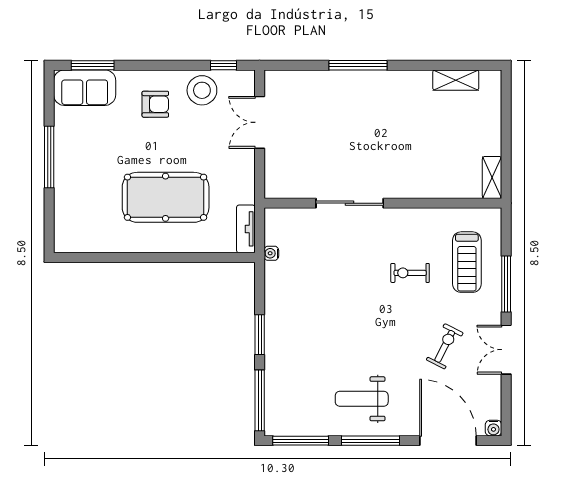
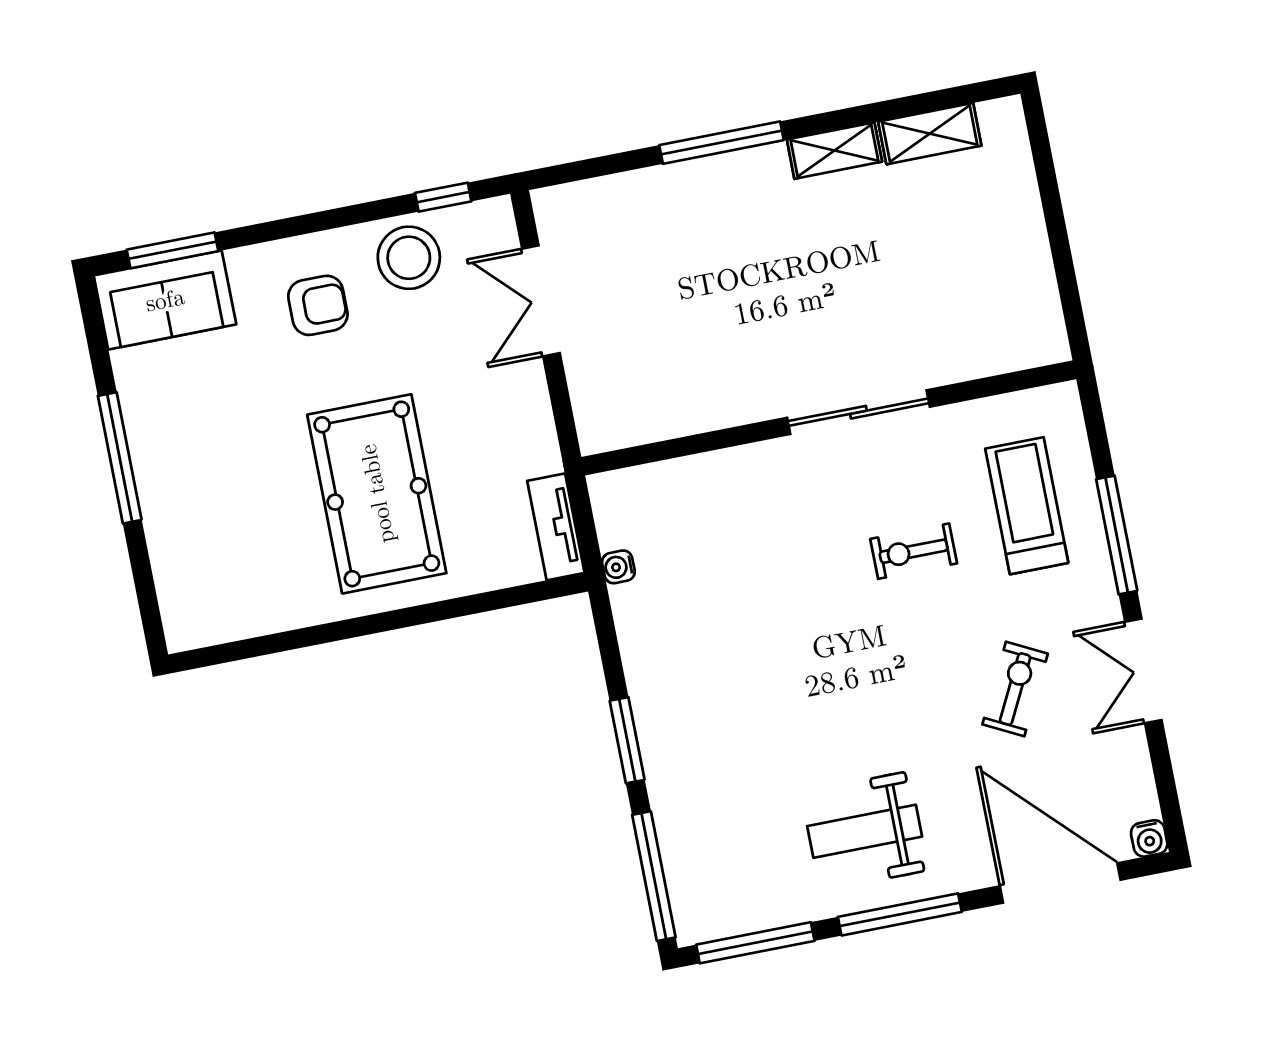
shelving: (492, 178) -> (834, 151), moved, turned 90
pool table: (166, 197) -> (377, 494), turned 90
sliding door: (350, 203) -> (858, 412), moved
treadmill: (467, 262) -> (1027, 506), turned 180

